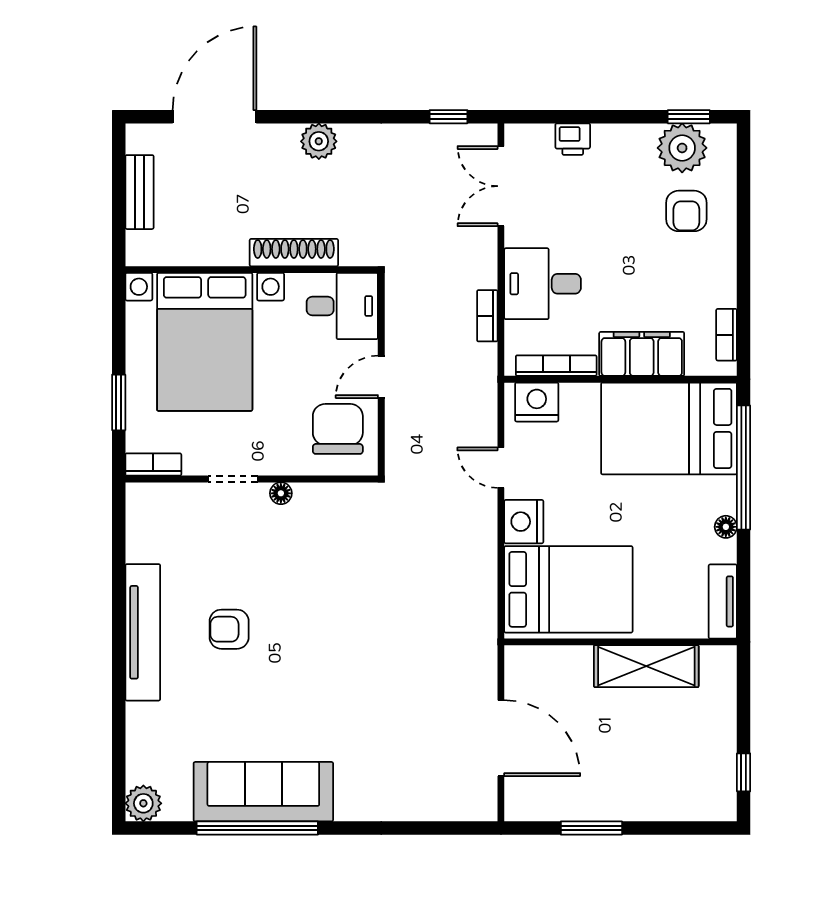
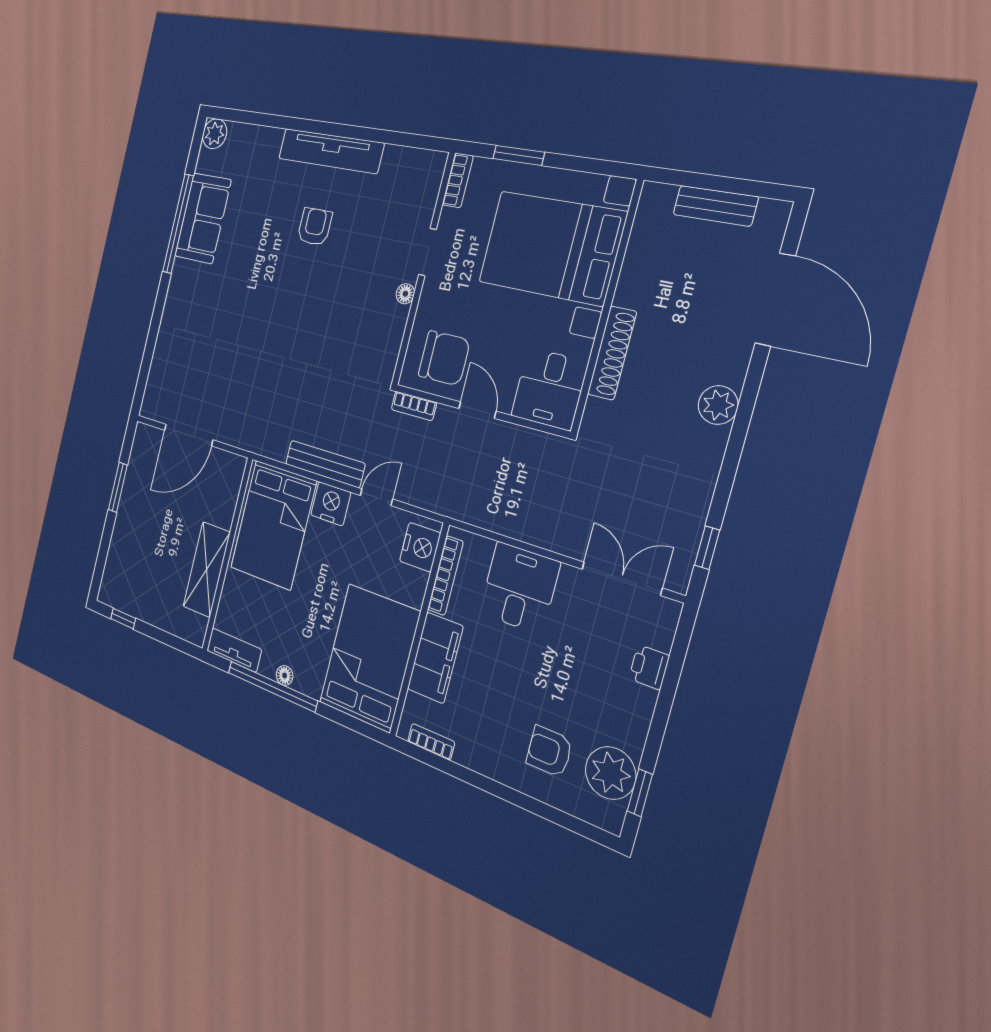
bookcase: (487, 316) -> (414, 406), moved, turned 180
window: (744, 468) -> (272, 686), moved
bench: (483, 541) -> (325, 464), added
sofa: (263, 792) -> (203, 218), width x0.73

